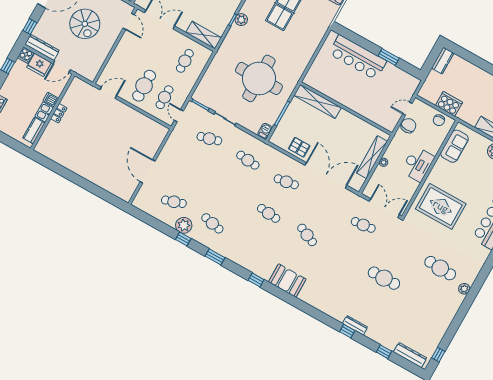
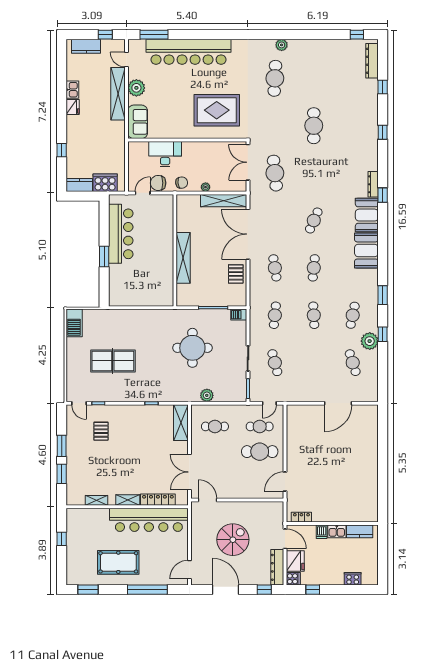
plant: (241, 20) -> (207, 395), moved
door: (129, 21) -> (207, 500), hinge flipped
bar counter: (358, 57) -> (121, 234), moved
window: (389, 57) -> (104, 256), moved
window: (479, 62) -> (62, 150), added
round table: (259, 78) -> (192, 348), width x0.73, depth x0.73
door: (108, 93) -> (285, 482), hinge flipped
shelving: (318, 101) -> (183, 258), moved
cooker: (449, 104) -> (105, 183), moved, turned 90
door: (407, 109) -> (143, 193), swing flipped
locker: (59, 113) -> (301, 517), moved
chair: (439, 120) -> (182, 183), moved
sofa: (455, 146) -> (138, 122), moved, turned 90
shelving: (372, 157) -> (224, 201), moved
desk: (418, 164) -> (165, 154), moved
cafe table: (230, 192) -> (314, 315), added
rug: (441, 206) -> (217, 110), turned 90
cafe table: (363, 225) -> (275, 173), width x1.37, depth x1.35
booth: (259, 264) -> (366, 250), added
window: (256, 280) -> (383, 195), moved
dresser: (355, 325) -> (373, 184), moved

